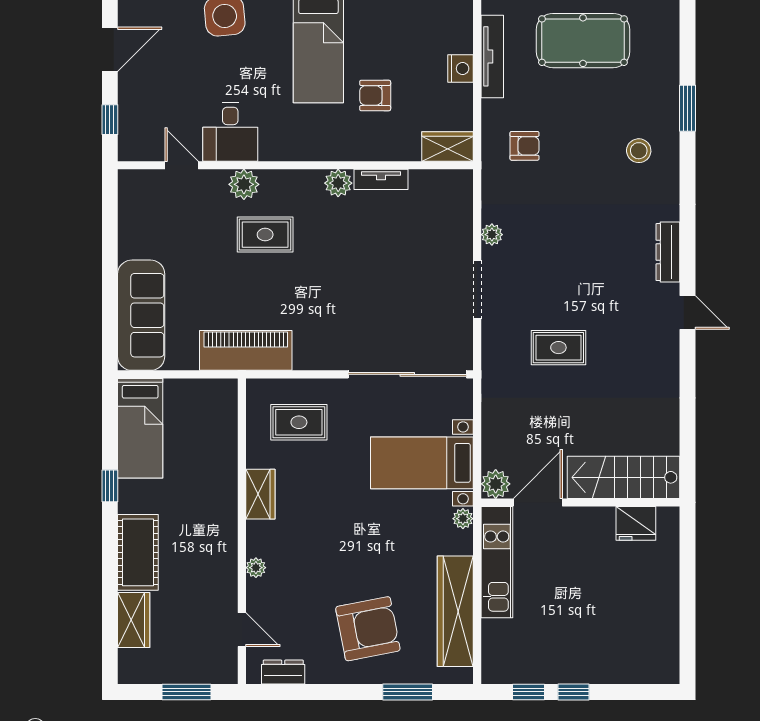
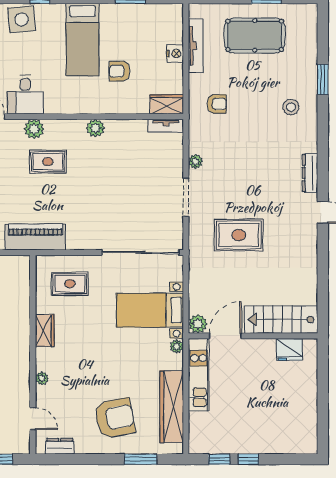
tv unit: (381, 179) -> (166, 126), moved
rug: (558, 348) -> (239, 235), width x1.36, depth x1.43

